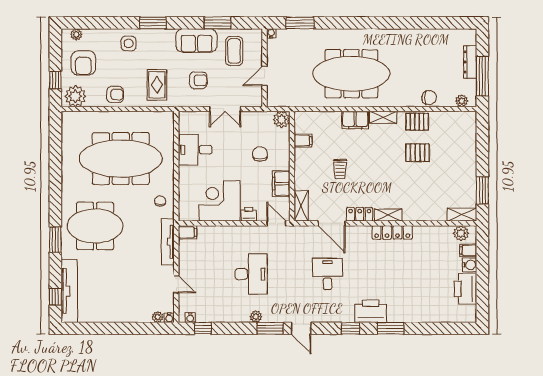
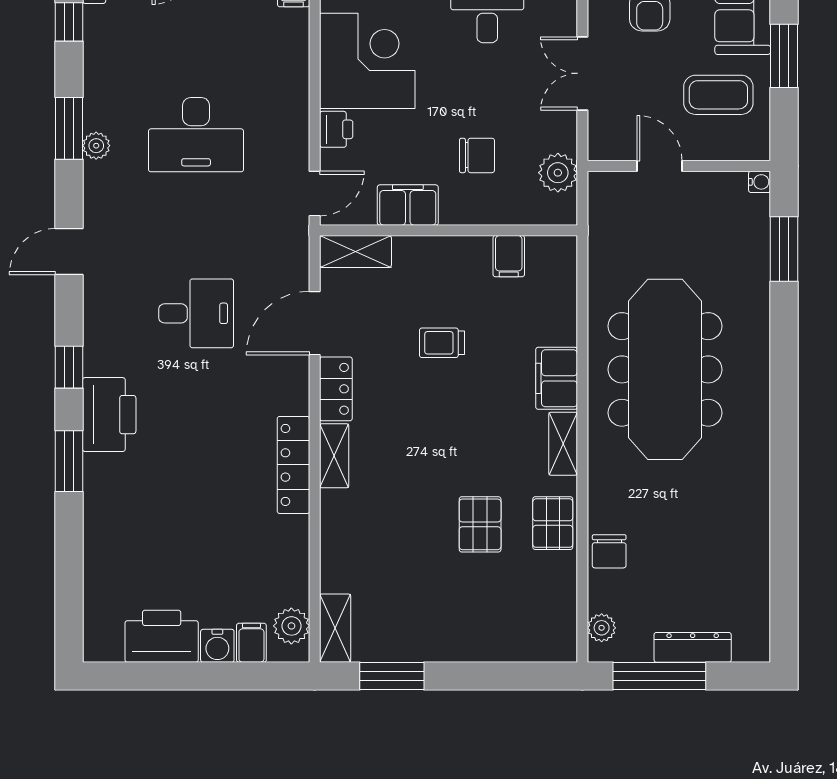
plant: (282, 120) -> (558, 173), moved
window: (270, 328) -> (69, 128), moved

